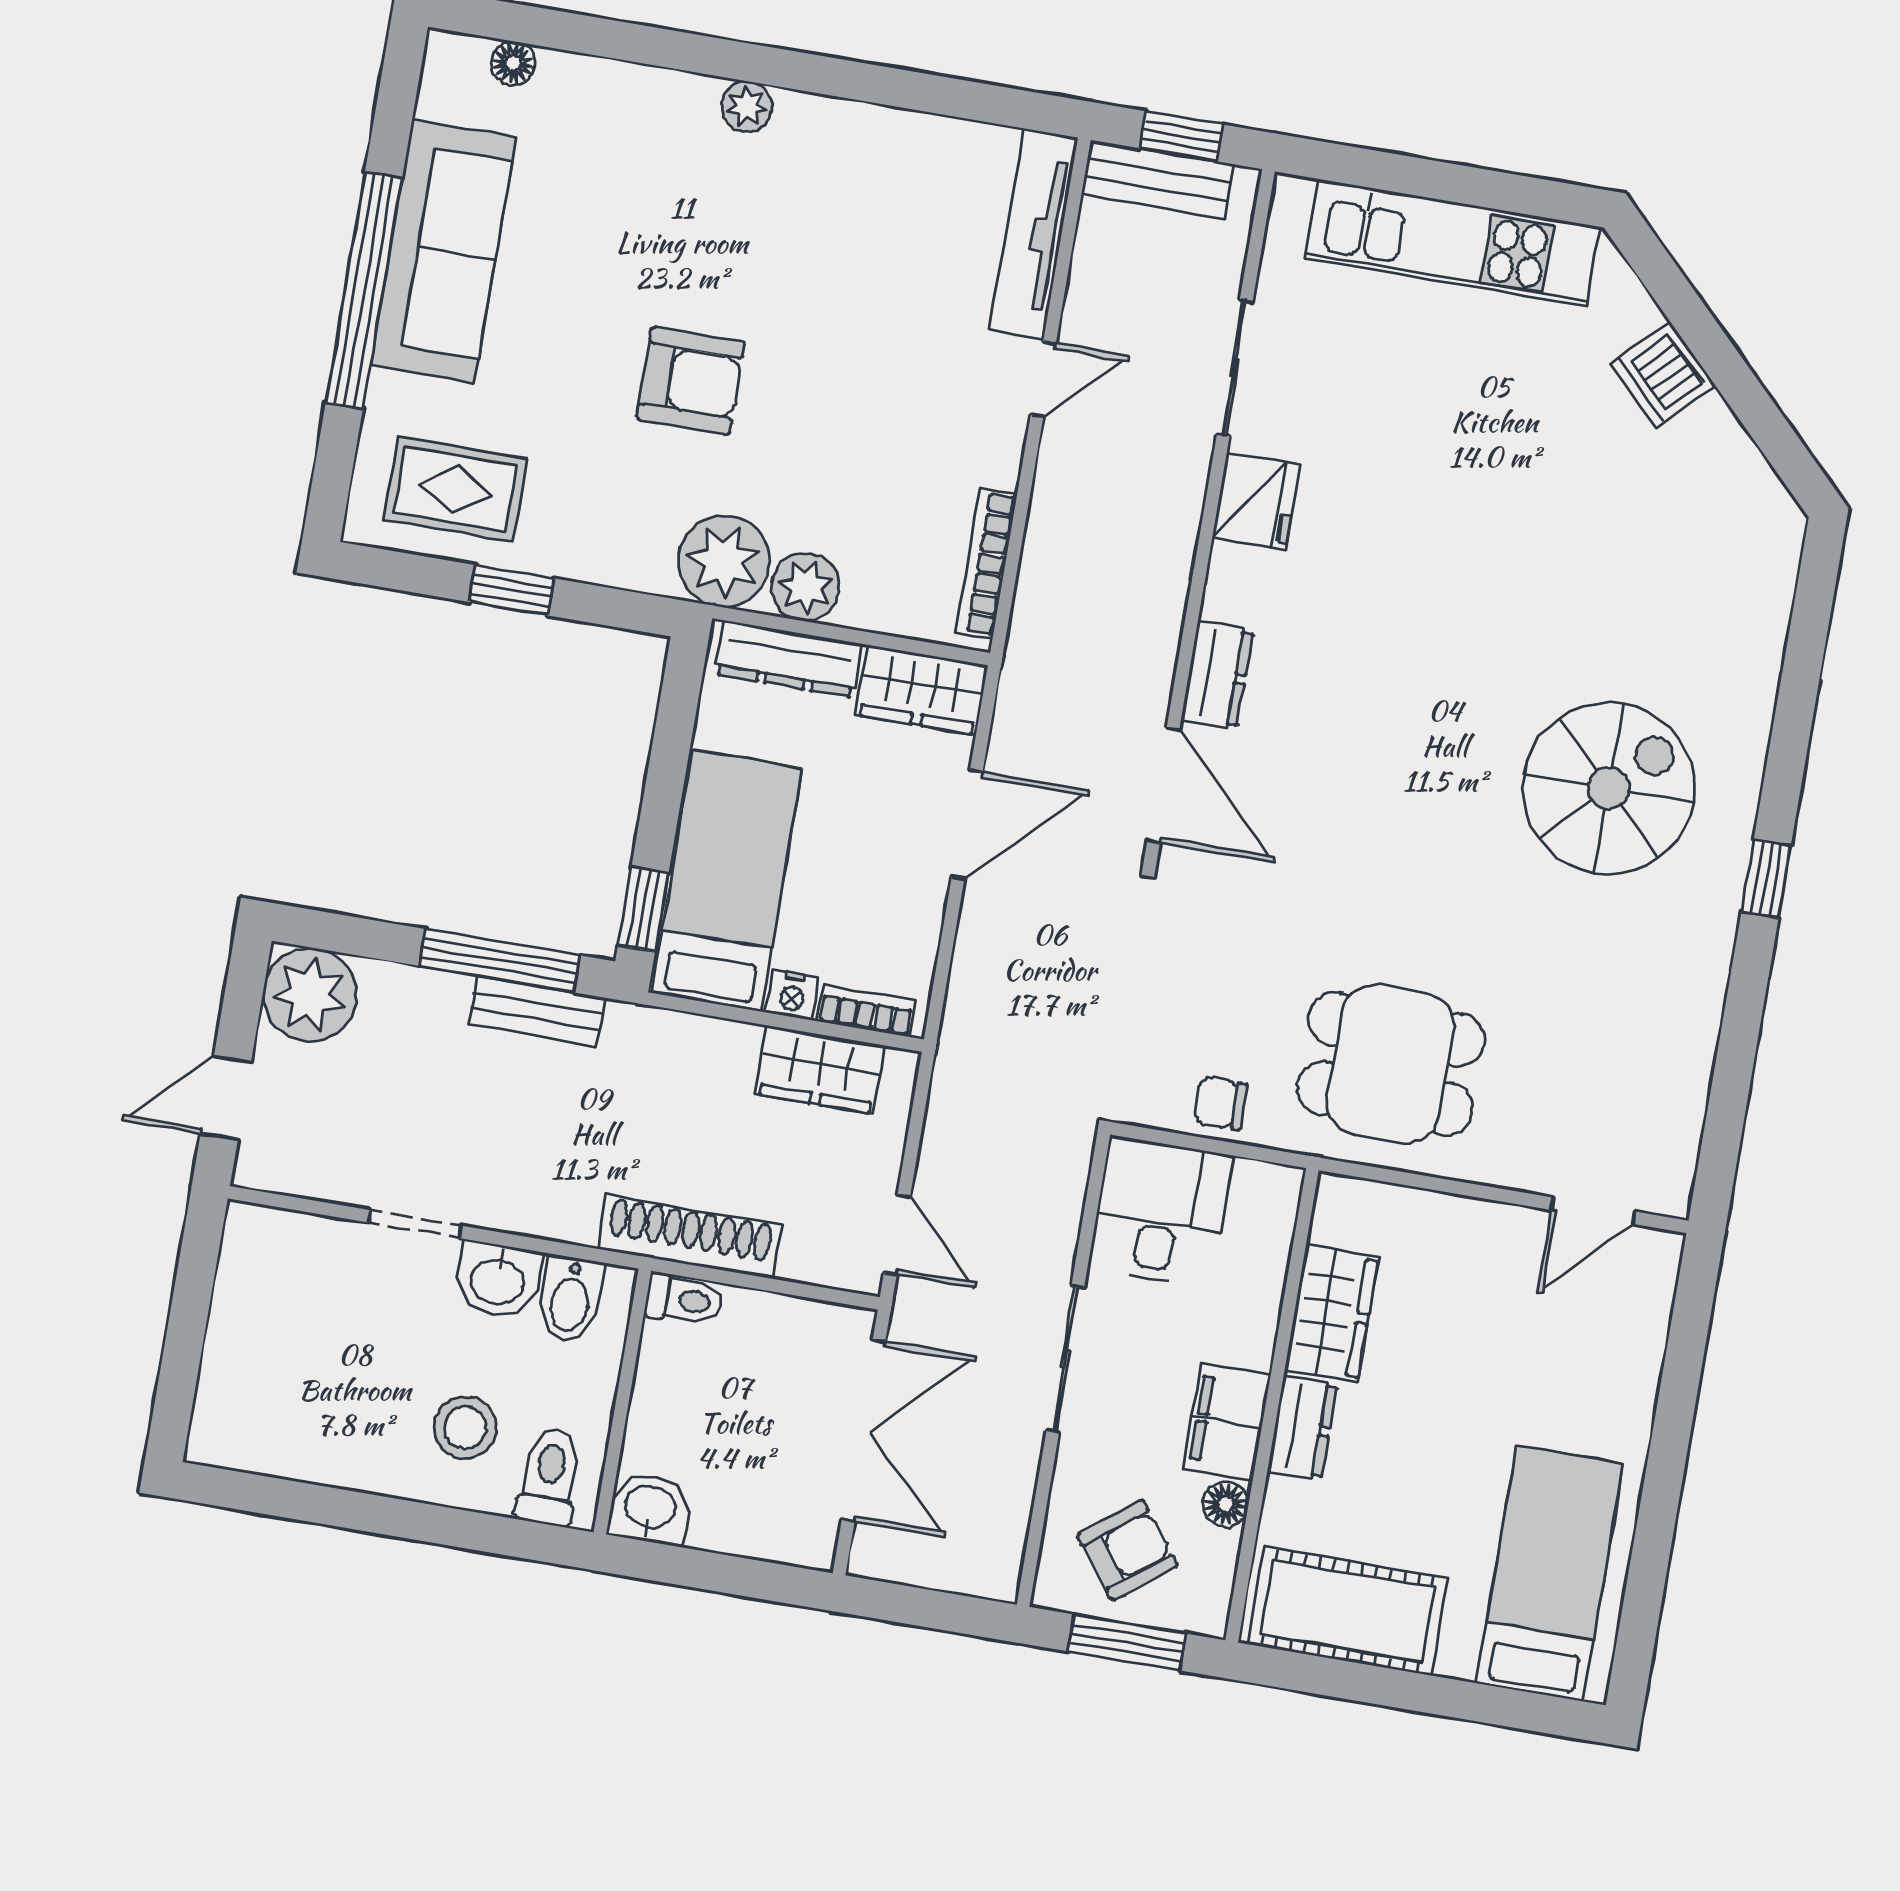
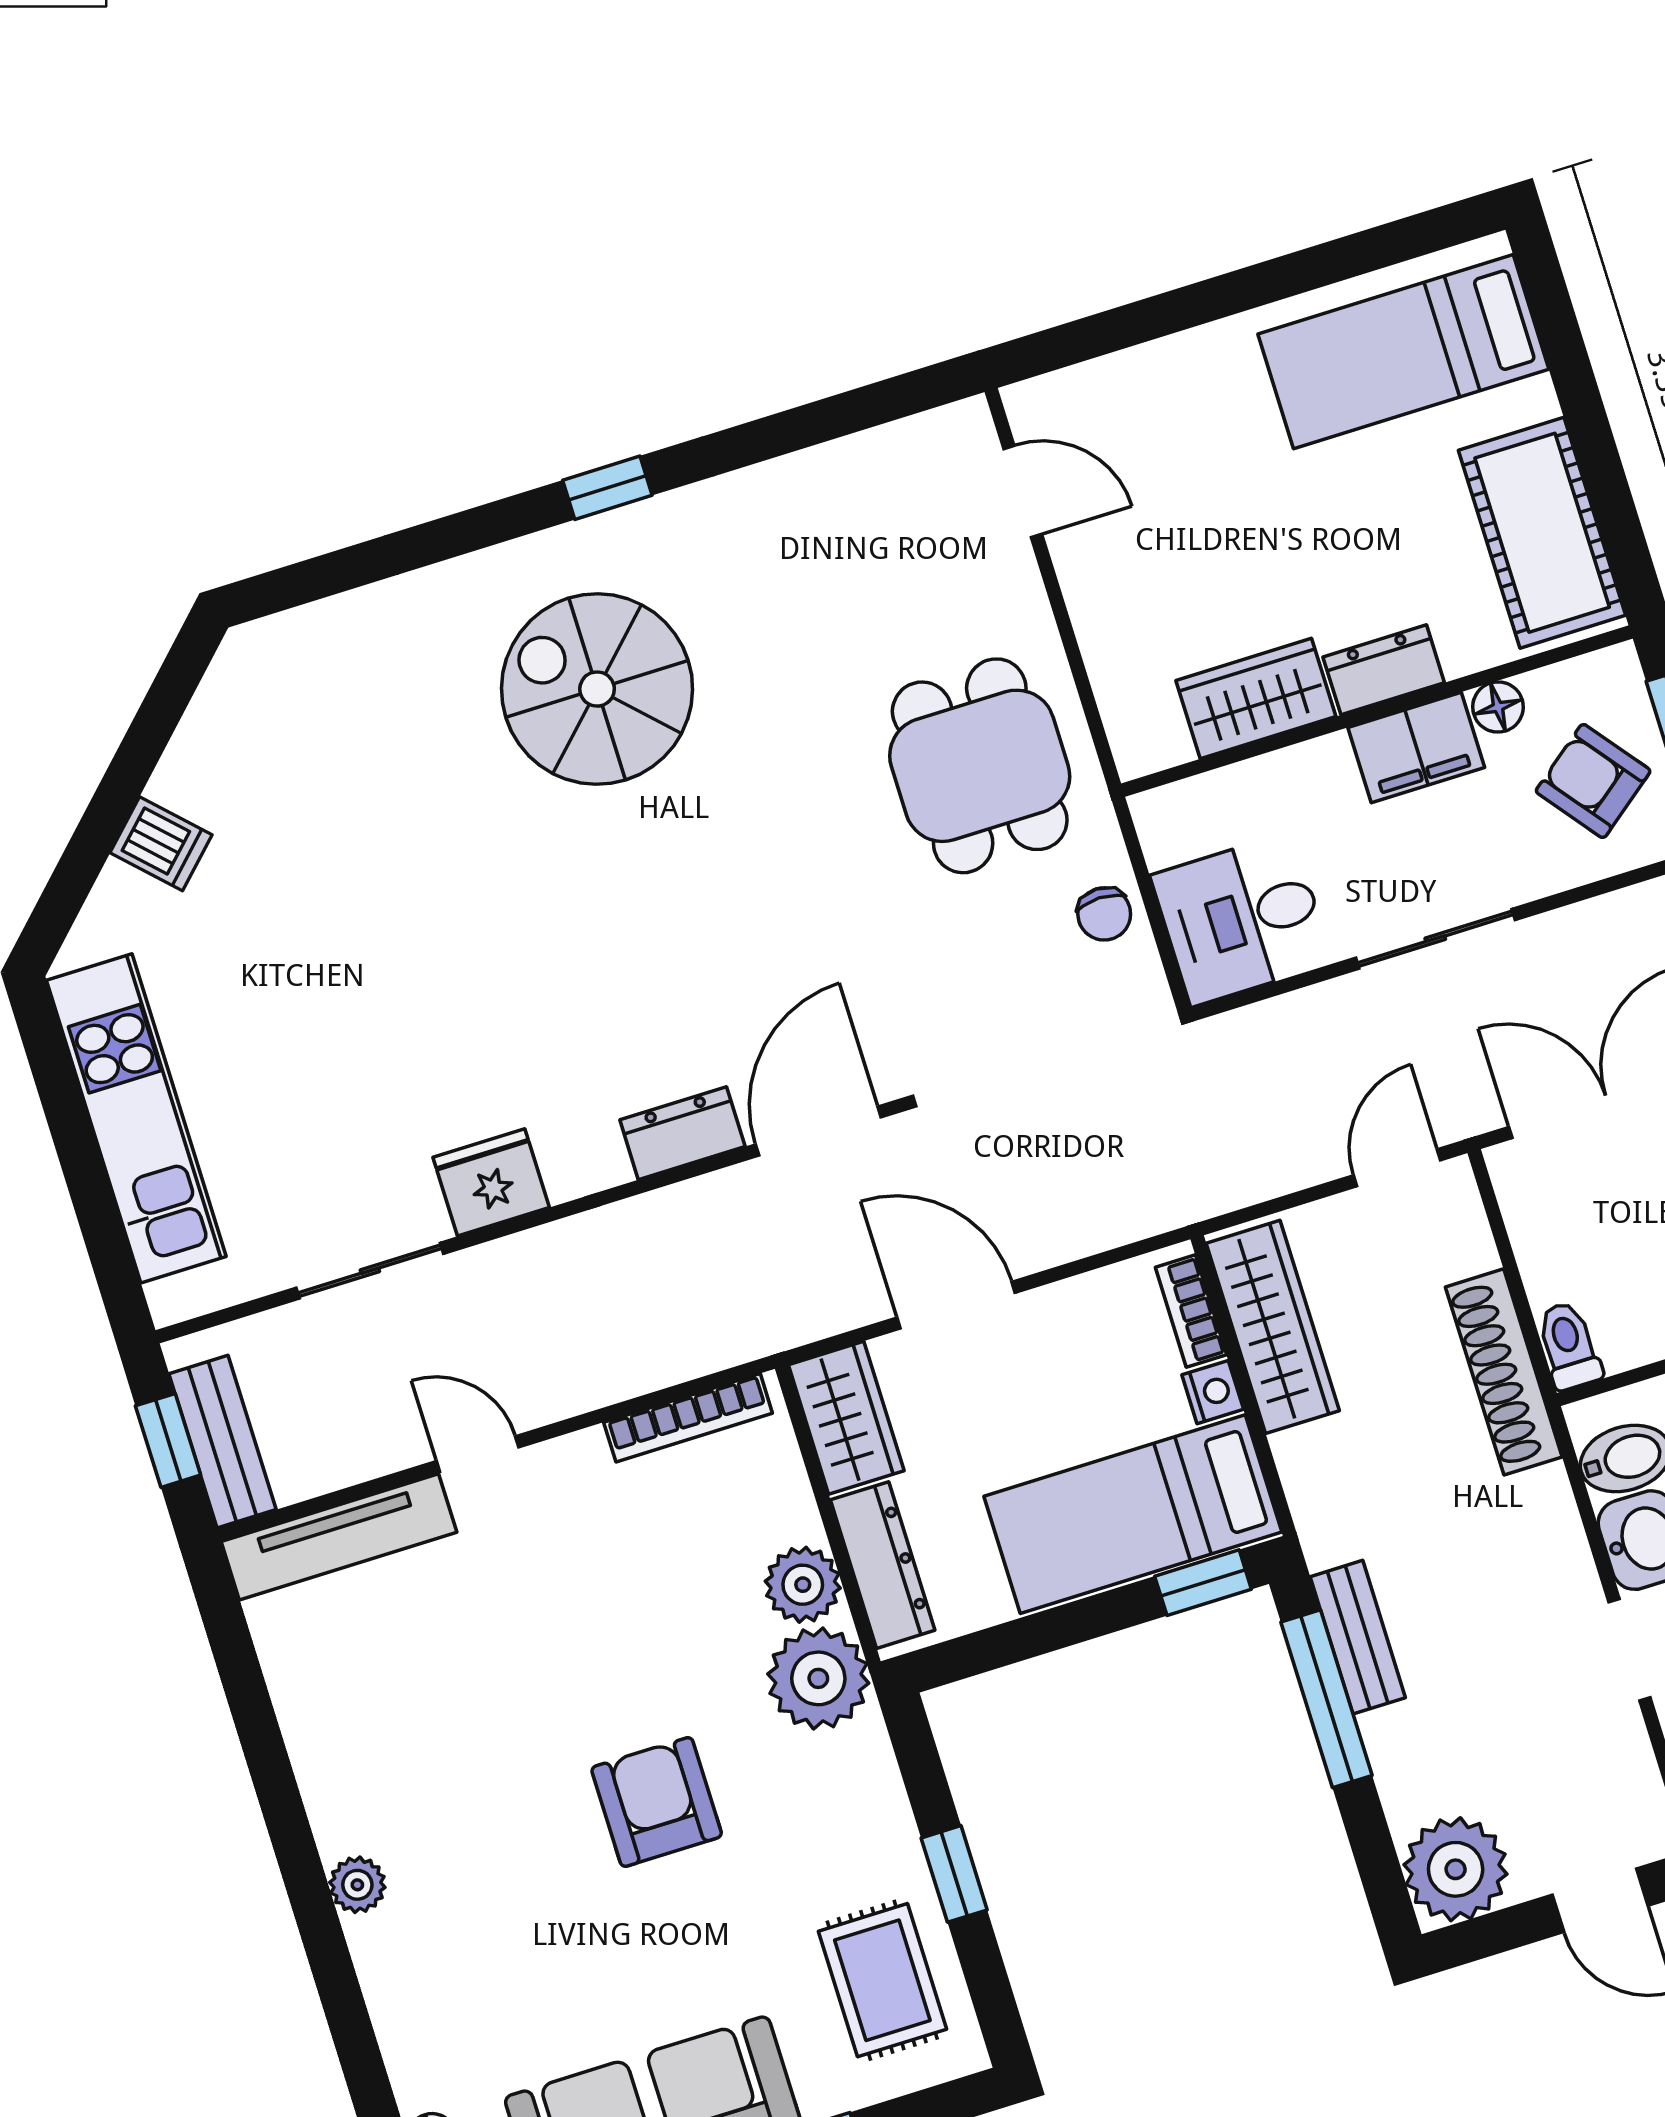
dishwasher: (1663, 375) -> (161, 844), width x0.73
wardrobe: (820, 1070) -> (1273, 1327), width x1.50

